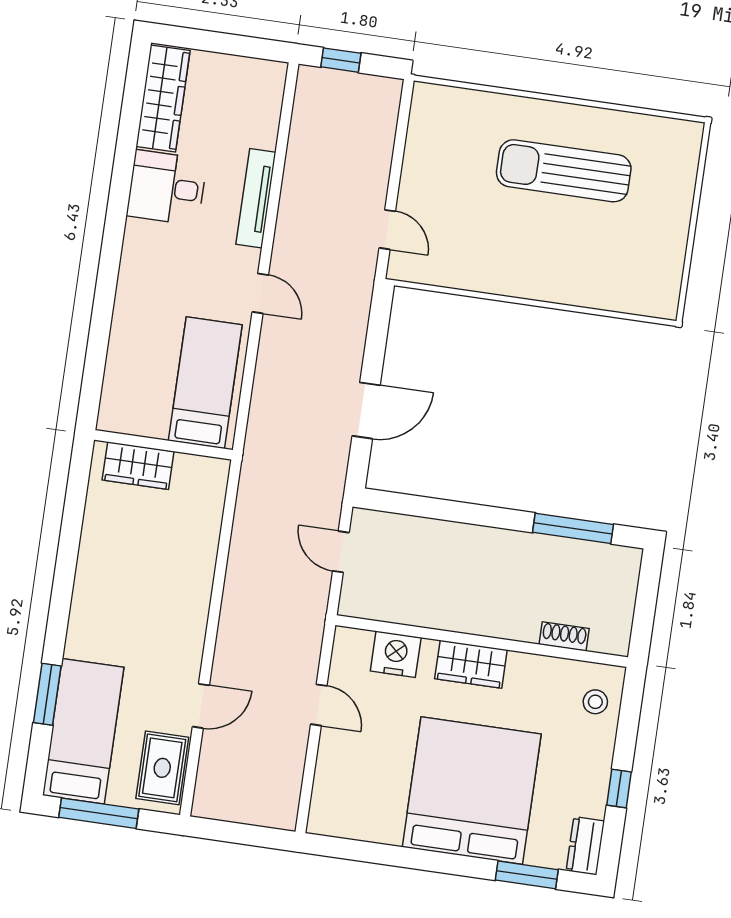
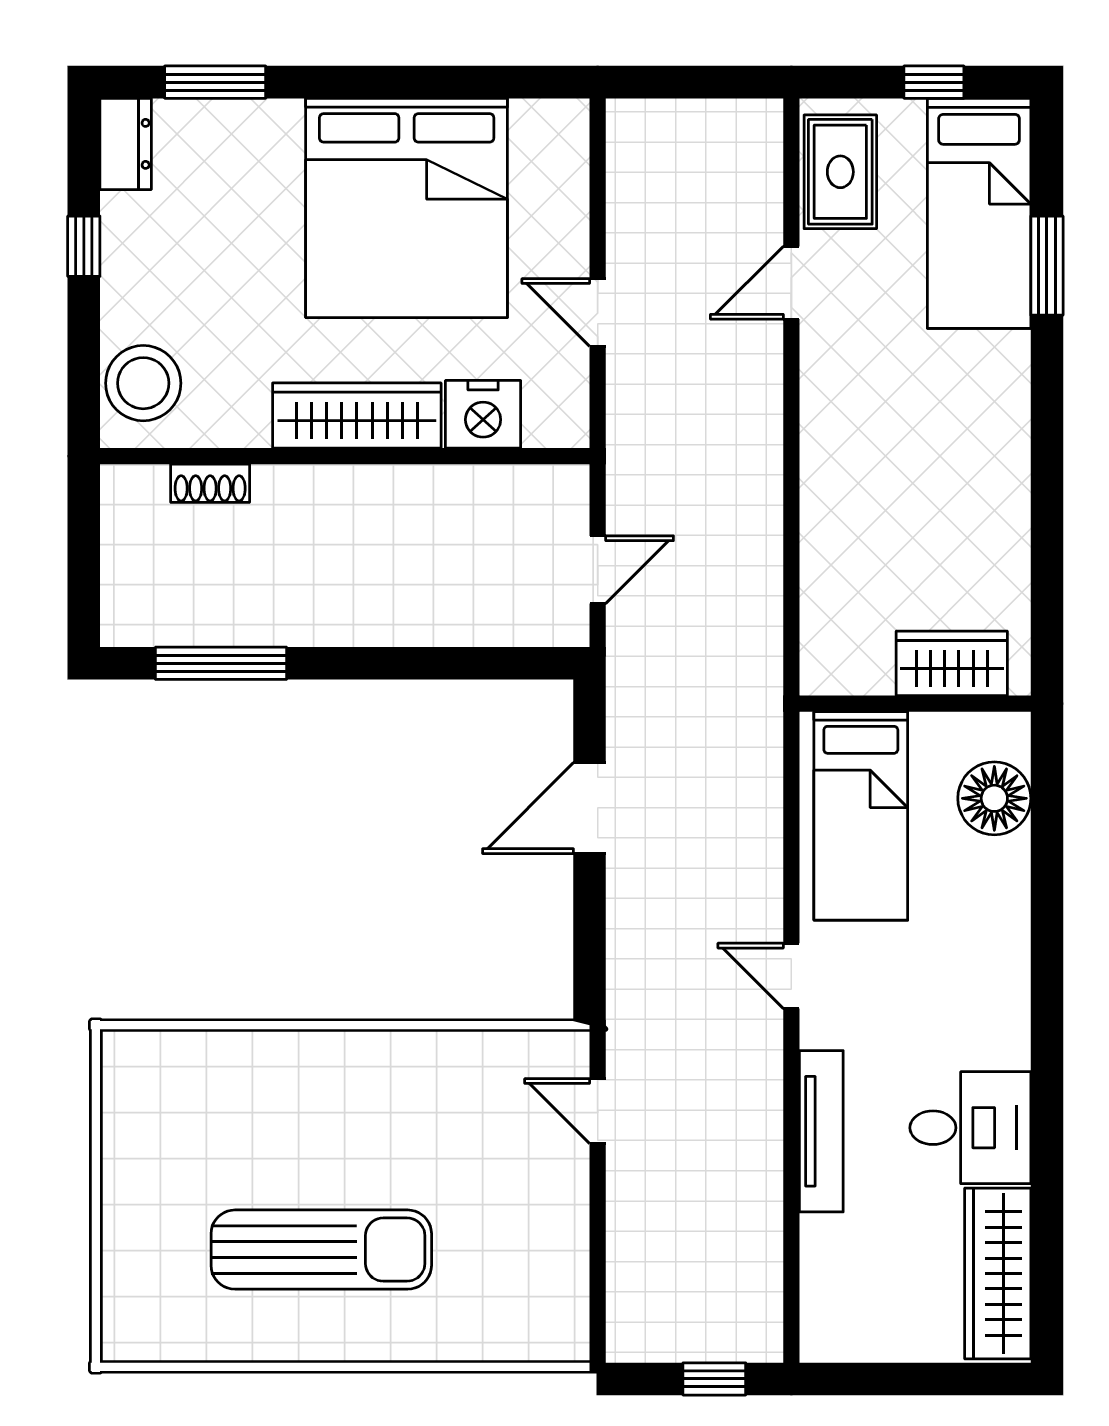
floor lamp: (124, 382) -> (994, 798), added
door: (341, 552) -> (598, 570), hinge flipped
wardrobe: (471, 664) -> (357, 415), width x1.50
stool: (595, 702) -> (143, 383), width x1.89, depth x1.89
bed: (472, 791) -> (407, 208), moved
window: (99, 813) -> (934, 82), width x0.46

